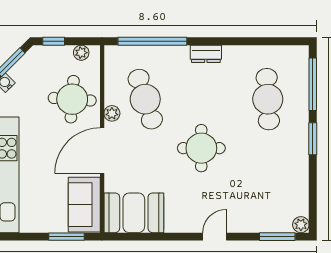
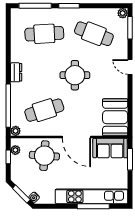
window: (54, 41) -> (8, 157), moved
plant: (112, 113) -> (16, 131), moved
cafe table: (268, 179) -> (94, 34), added

